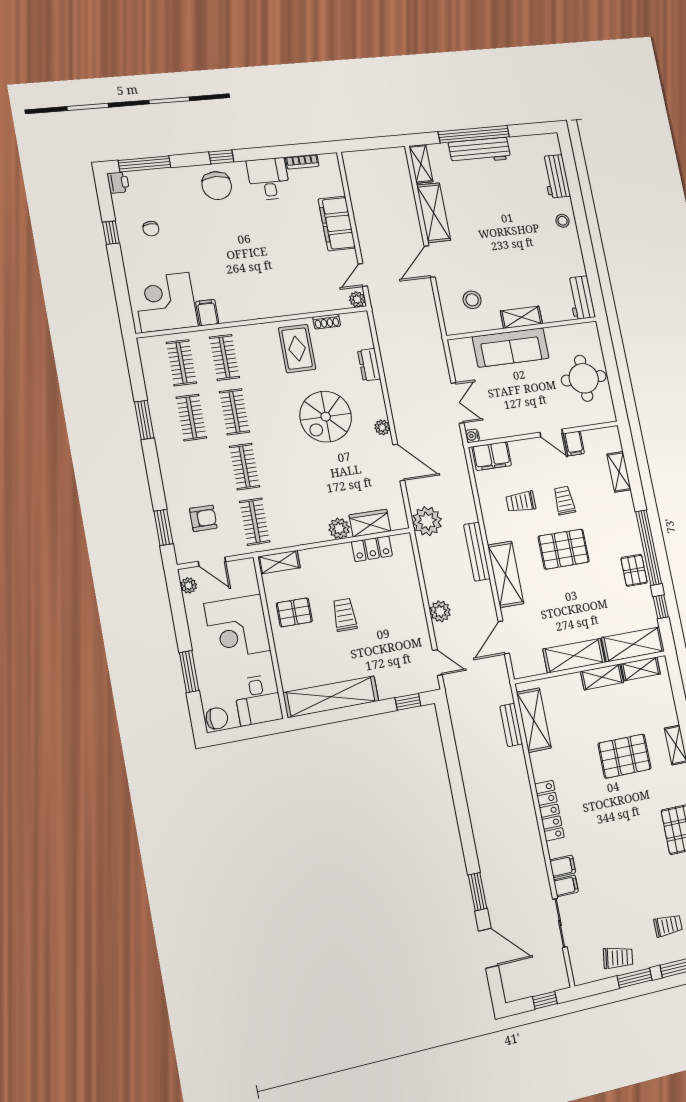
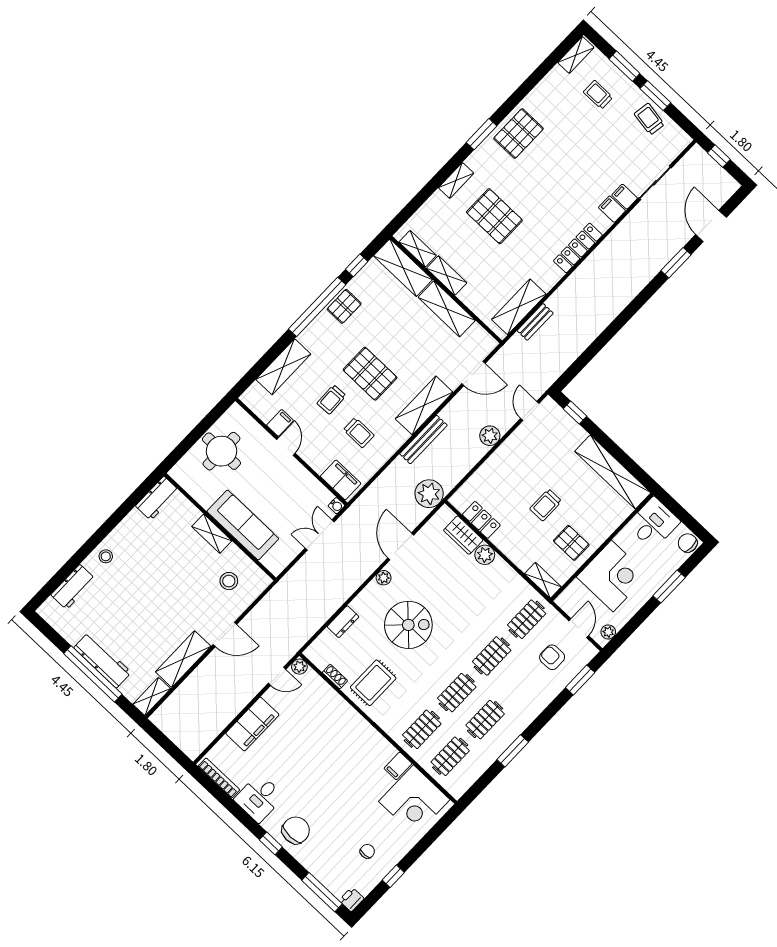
bookcase: (302, 162) -> (219, 778), width x1.56
shelving: (619, 472) -> (283, 367), width x1.50, depth x1.33

